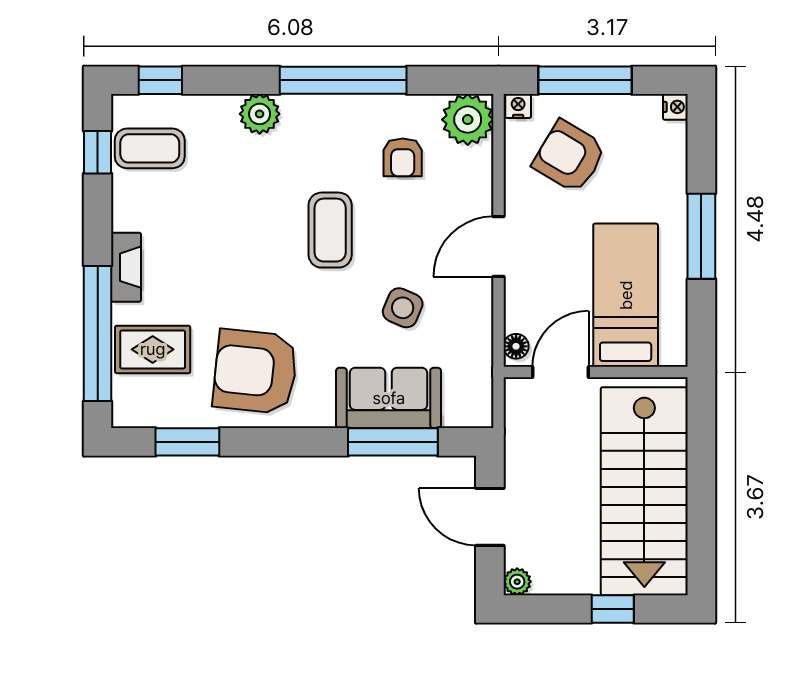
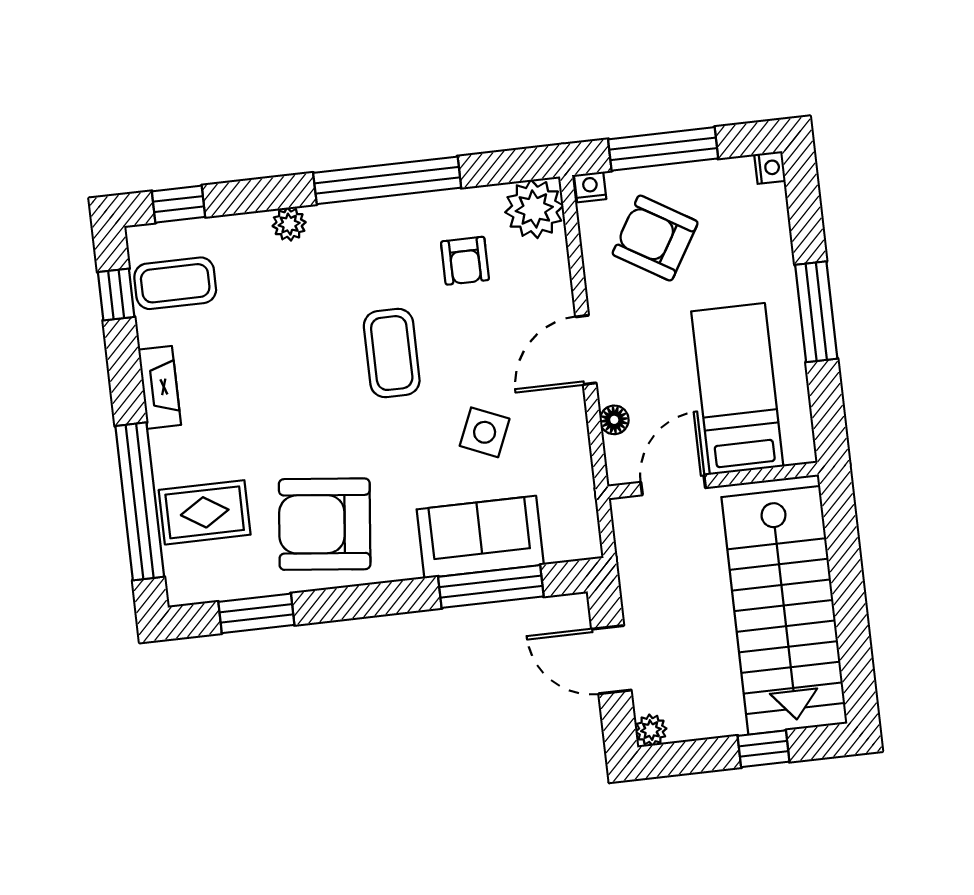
plant: (260, 114) -> (289, 224), width x0.73, depth x0.73
fireplace: (126, 267) -> (160, 387), moved
floor lamp: (516, 346) -> (614, 420), moved

